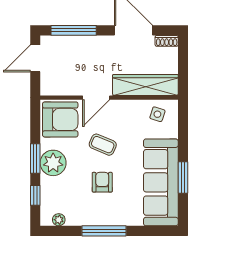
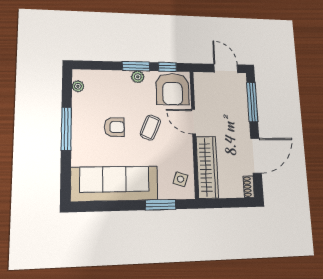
plant: (53, 163) -> (138, 77), width x0.53, depth x0.53
window: (183, 177) -> (161, 205), moved
window: (35, 195) -> (168, 67), moved

